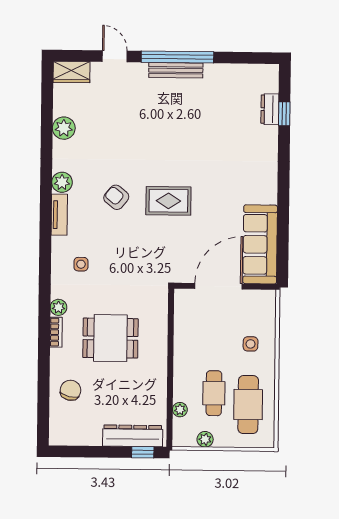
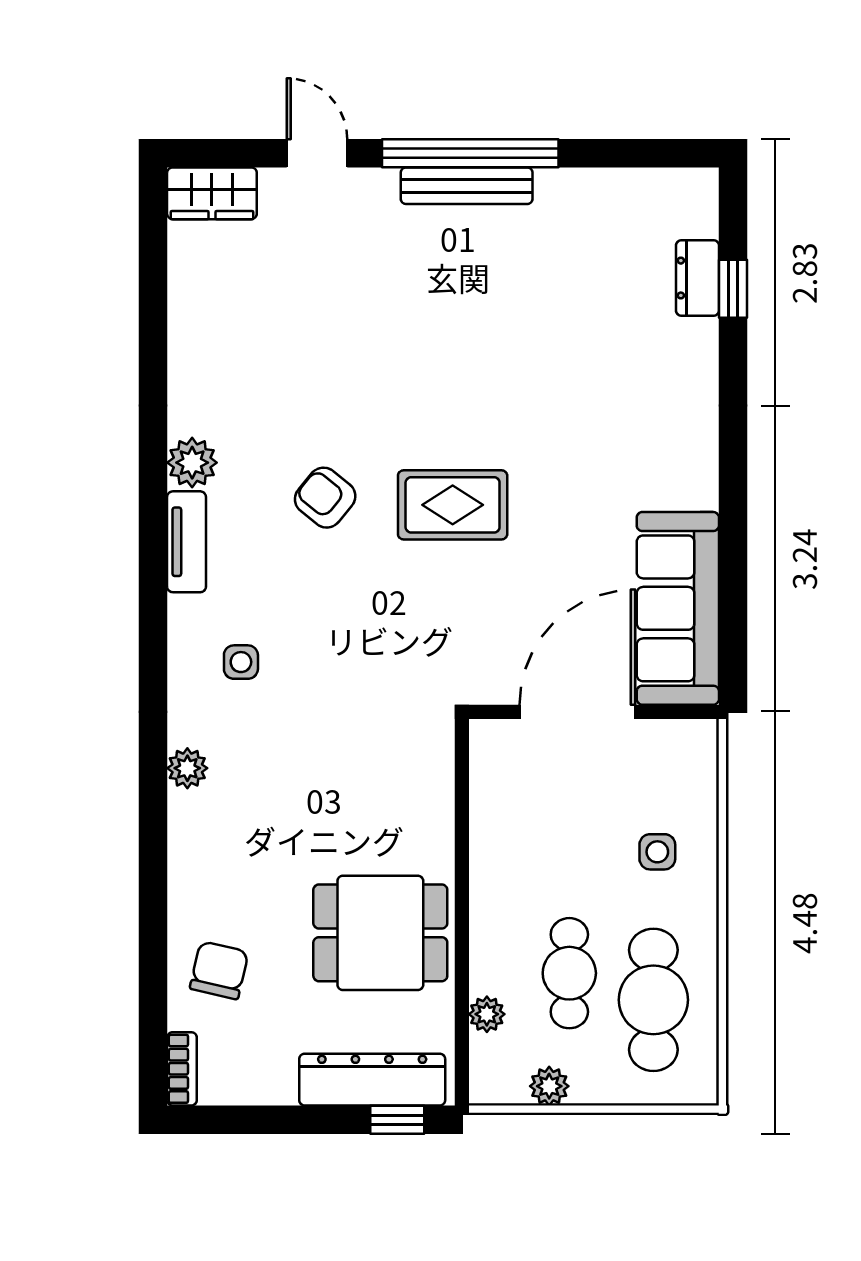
plant: (64, 128) -> (195, 330), removed
bookcase: (56, 332) -> (182, 1069), moved
dining table: (110, 338) -> (380, 933), moved

